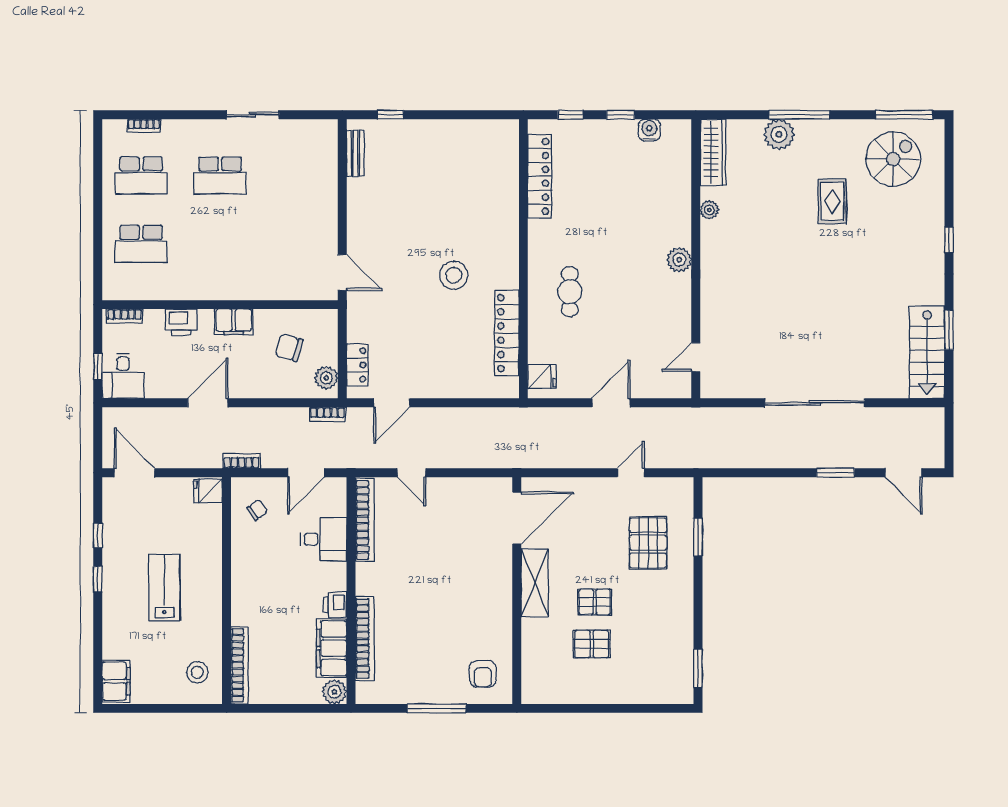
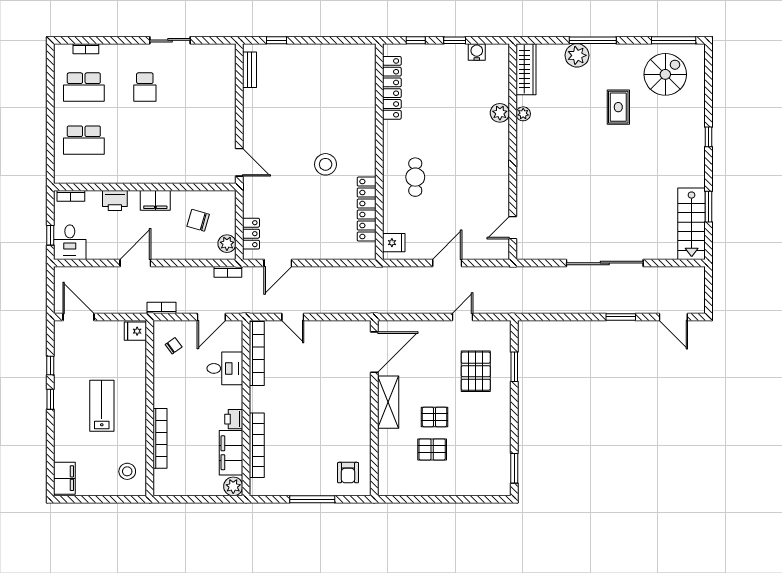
school desk: (220, 175) -> (145, 87), width x0.54
plant: (679, 260) -> (500, 113), moved
bookcase: (240, 665) -> (160, 438), moved

